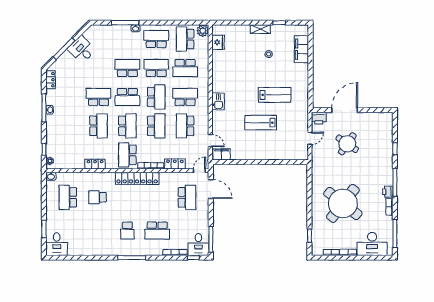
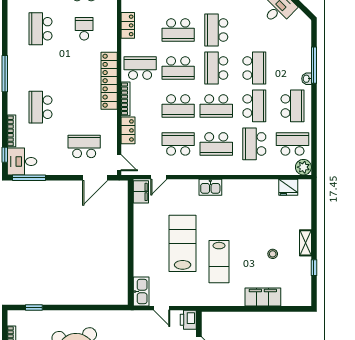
filing cabinet: (301, 49) -> (263, 297), moved
school desk: (99, 97) -> (216, 30), turned 180
school desk: (185, 97) -> (216, 144), turned 90
lab bench: (261, 123) -> (183, 243), width x1.36, depth x1.39
kitchen sink: (297, 154) -> (141, 292), added
school desk: (187, 197) -> (84, 146), turned 180
school desk: (127, 231) -> (40, 29), moved, width x1.85

